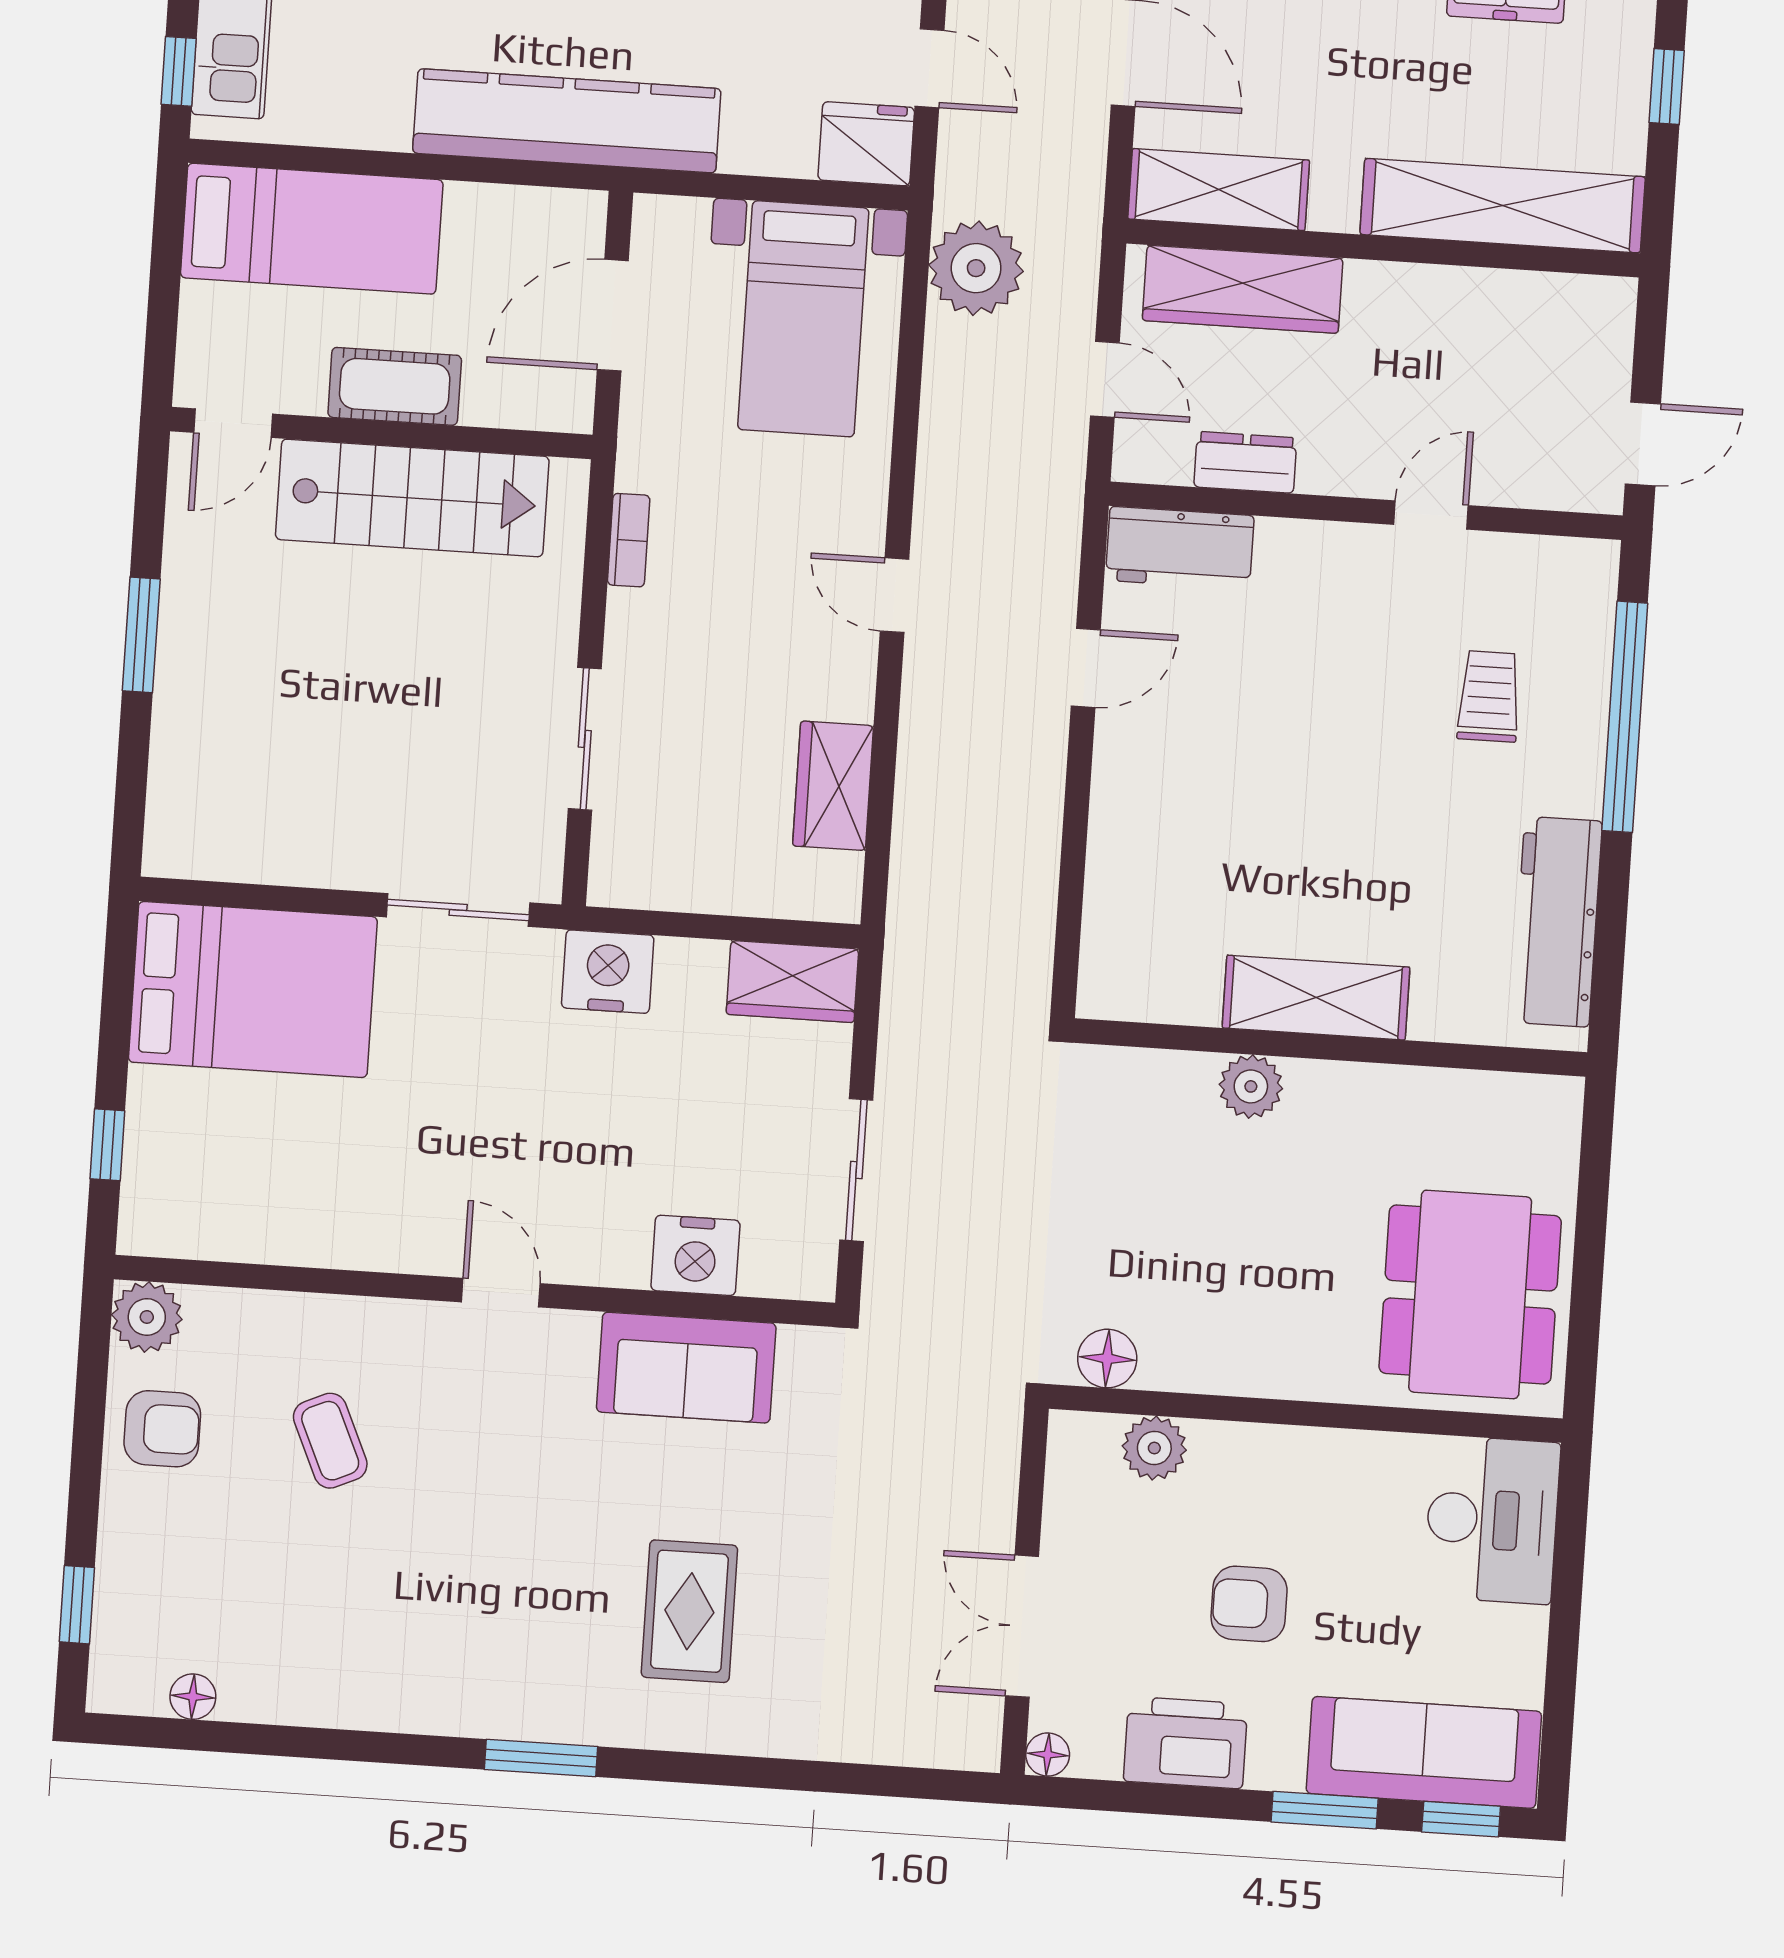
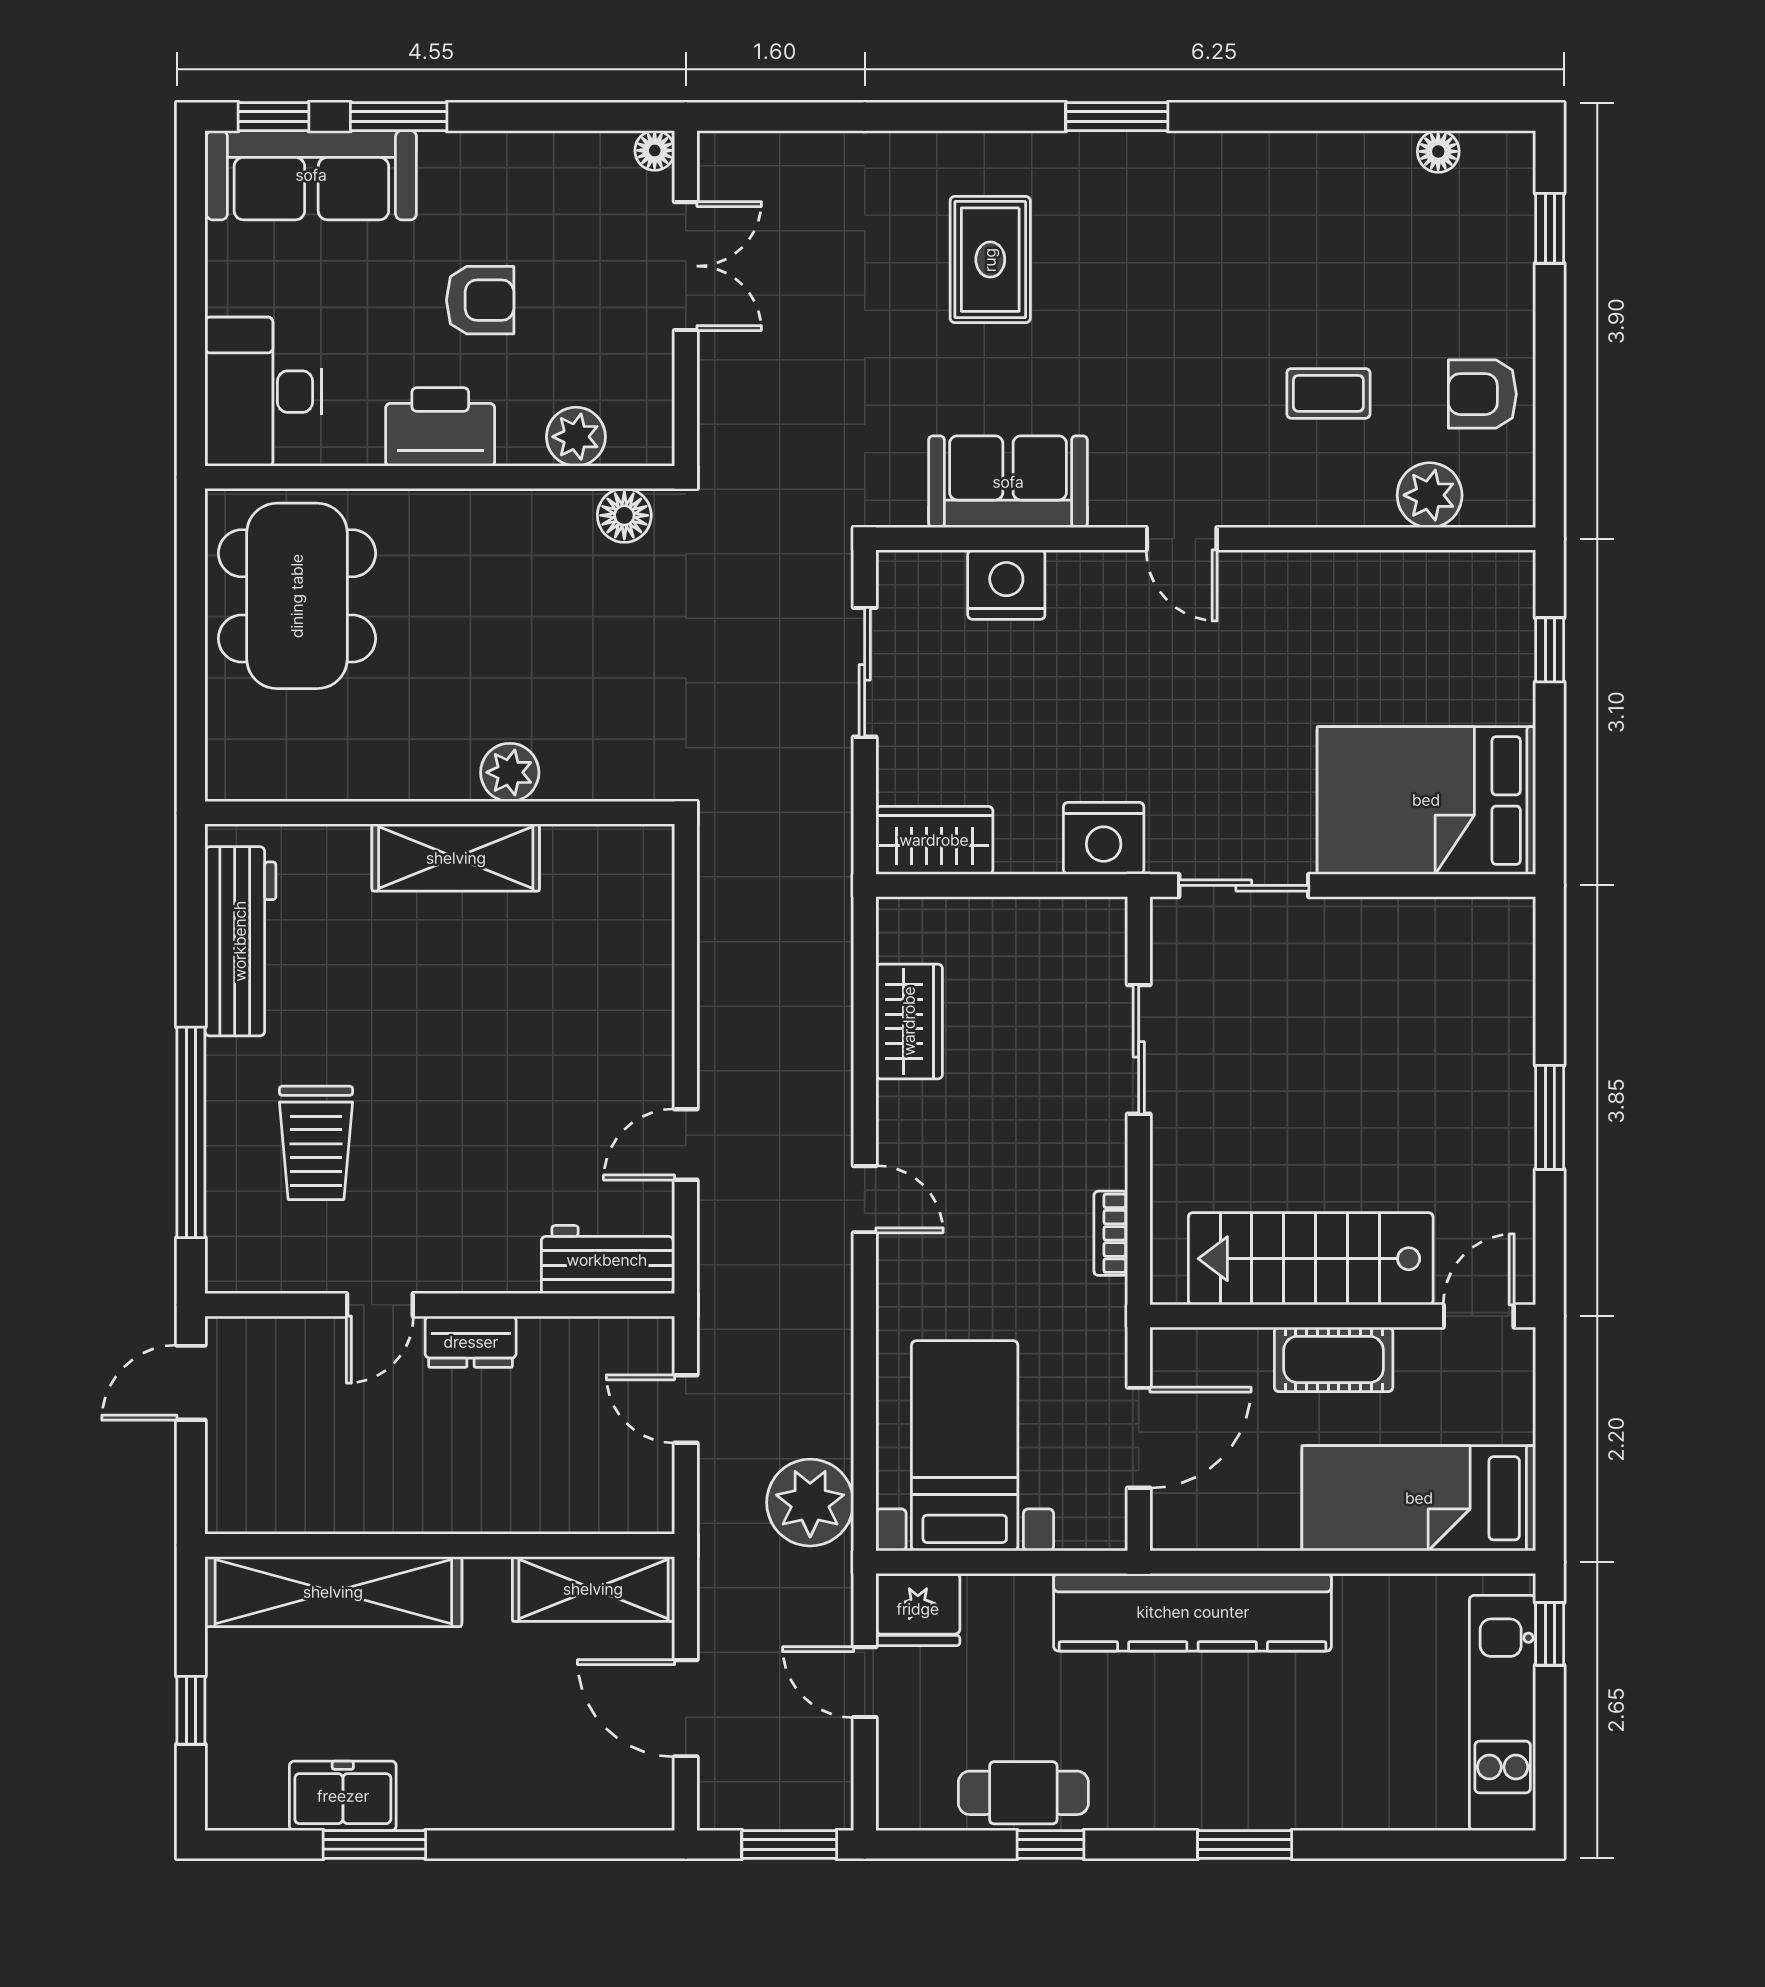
wardrobe: (1243, 289) -> (566, 1499), removed
dresser: (1245, 462) -> (471, 1342), moved
trolley: (1489, 696) -> (316, 1143), width x1.36, depth x1.39
plant: (147, 1317) -> (1430, 495), moved
coffee table: (330, 1441) -> (1328, 393), turned -66
printer: (1186, 1743) -> (440, 427), moved, turned 180

